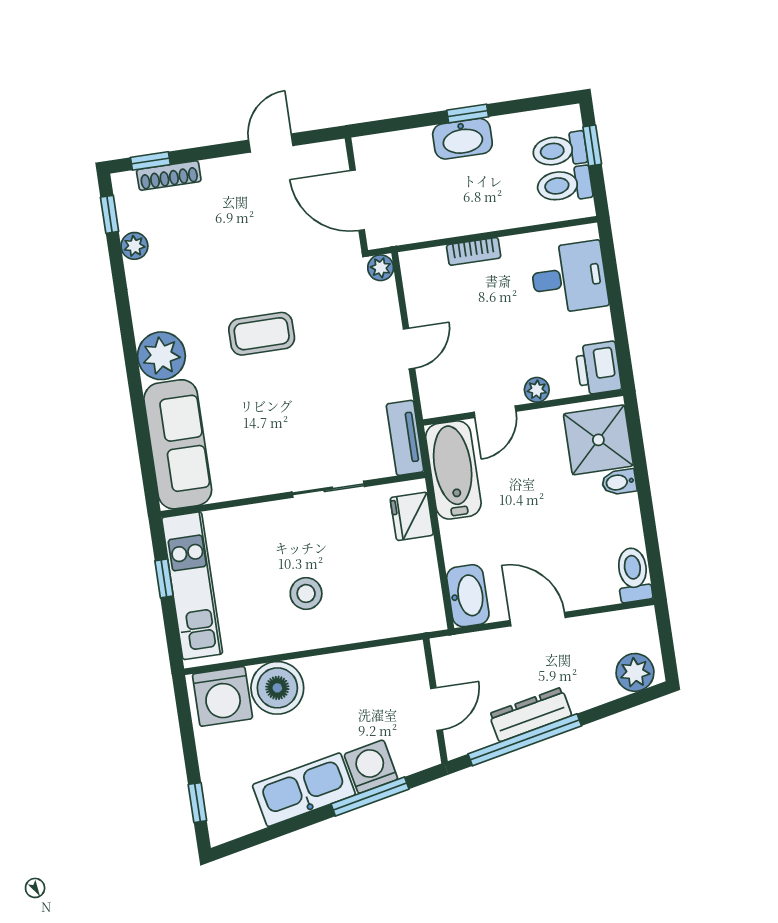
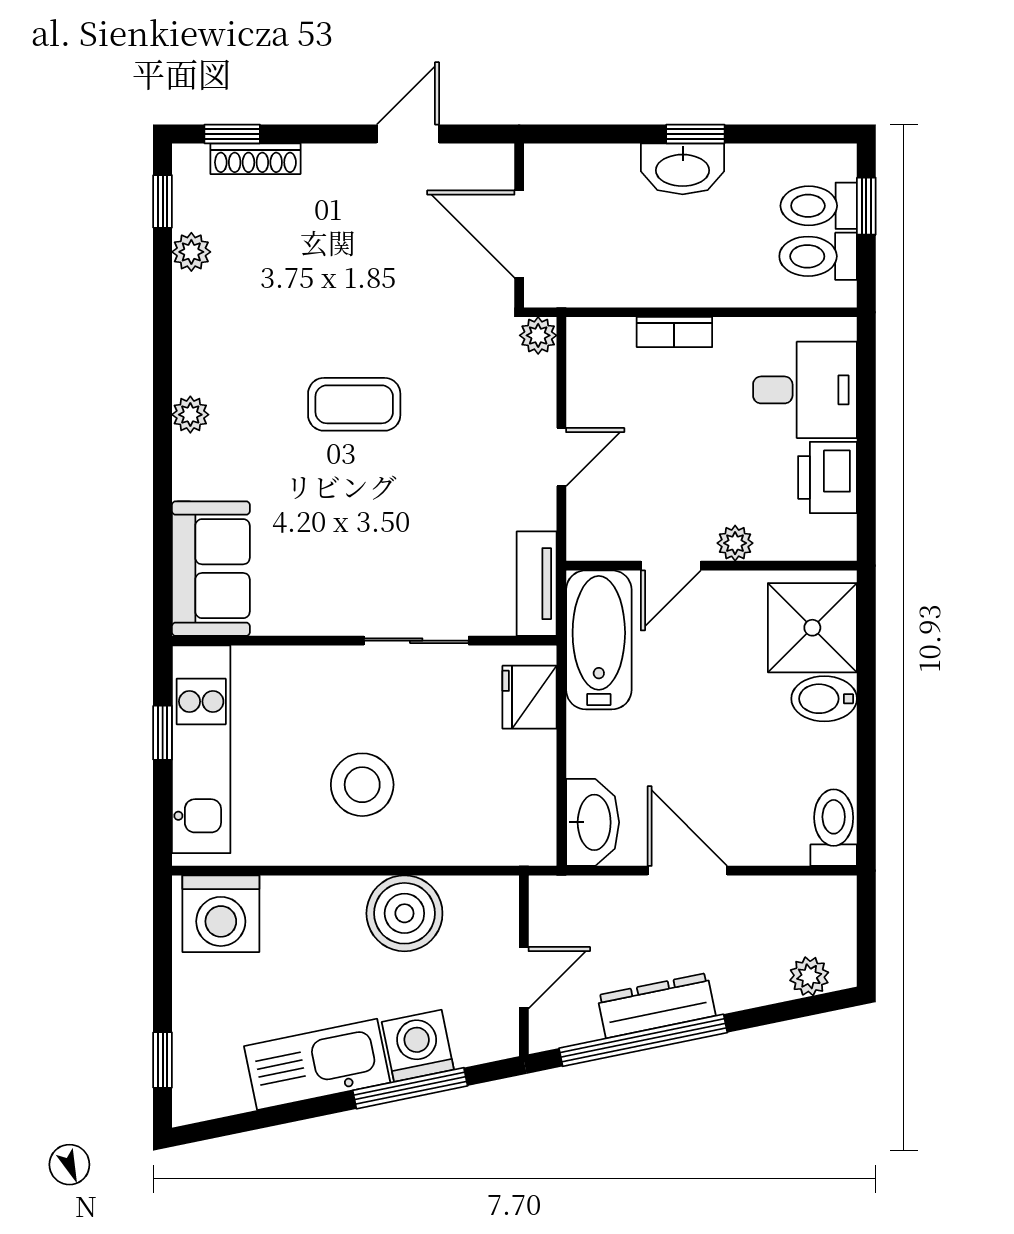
plant: (161, 356) -> (190, 415), width x0.53, depth x0.53
printer: (598, 368) -> (827, 477), moved
sofa: (178, 444) -> (211, 569), width x0.73
bidet: (619, 482) -> (824, 699), width x1.38, depth x1.36
stool: (306, 593) -> (362, 785), width x1.38, depth x1.38
plant: (635, 672) -> (809, 976), width x0.73, depth x0.73
boiler: (277, 688) -> (404, 913), moved

